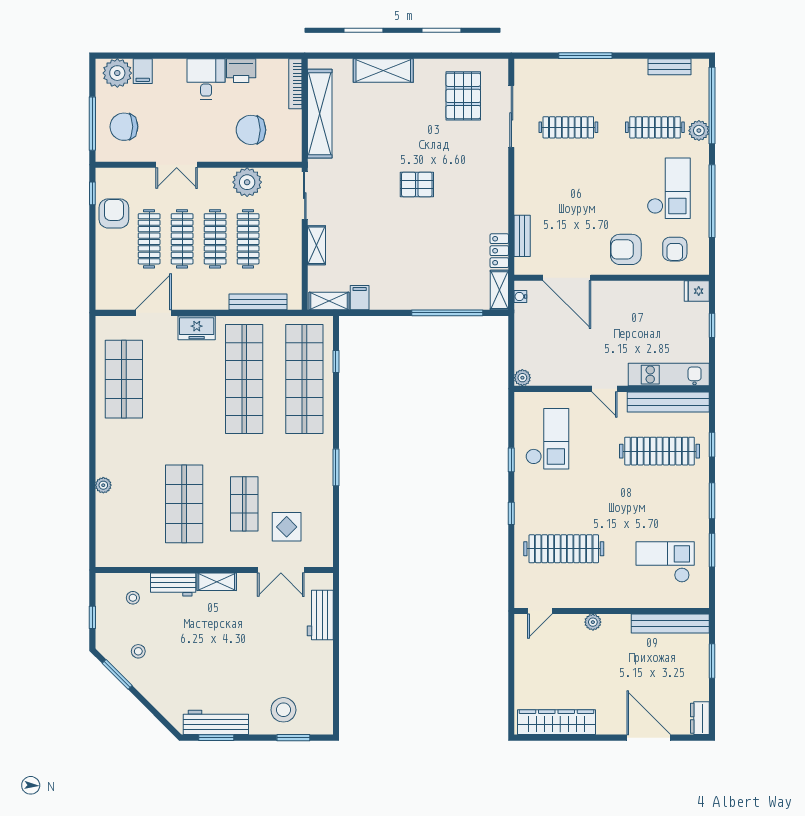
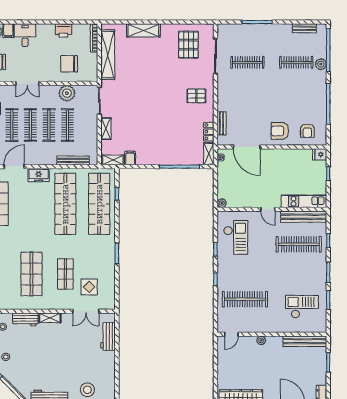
desk: (206, 79) -> (25, 35), moved
pallet: (417, 184) -> (196, 96), moved
checkout: (669, 188) -> (304, 97), removed

